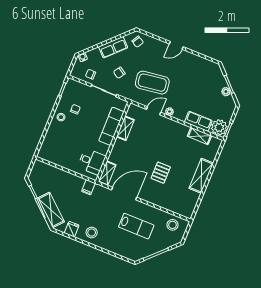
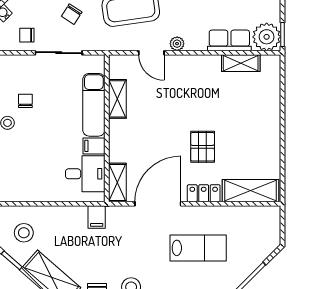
door: (154, 111) -> (151, 53), swing flipped
filing cabinet: (103, 148) -> (94, 146), added
shelving: (201, 176) -> (250, 191), moved, turned 90
locker: (151, 198) -> (204, 193), added
stool: (172, 225) -> (24, 233), moved

